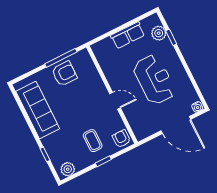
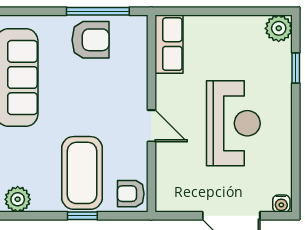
plant: (159, 33) -> (279, 28), moved
row of seats: (128, 35) -> (169, 44), moved, turned -90
armchair: (121, 139) -> (131, 194), turned -90
coffee table: (93, 141) -> (82, 173), width x1.86, depth x1.72

